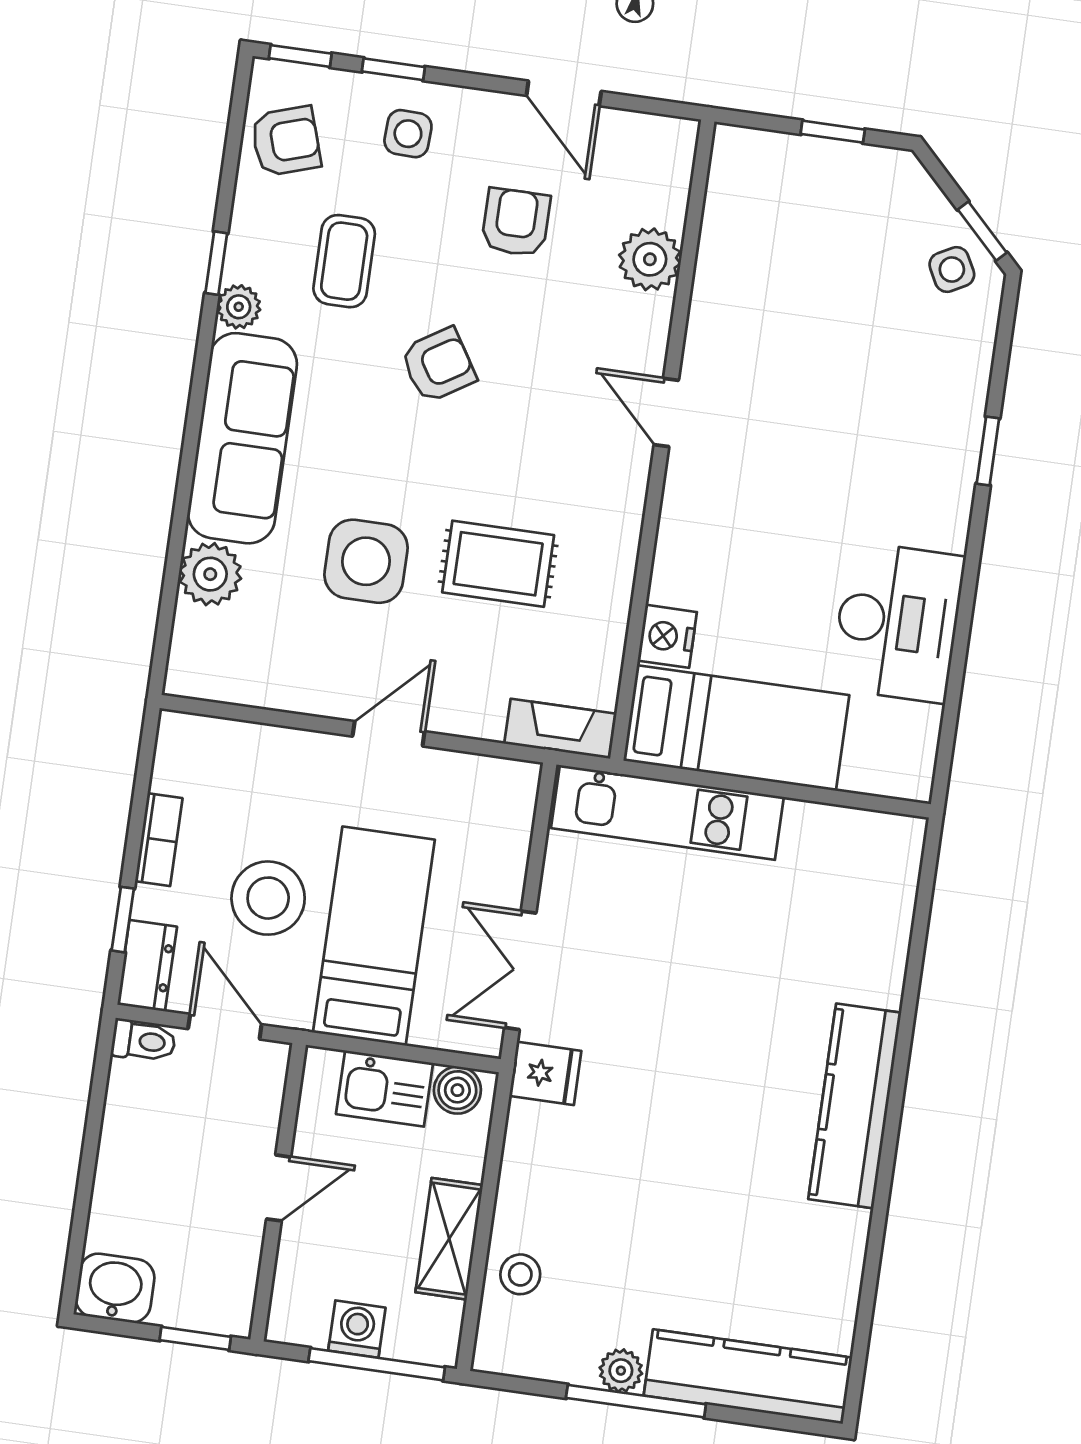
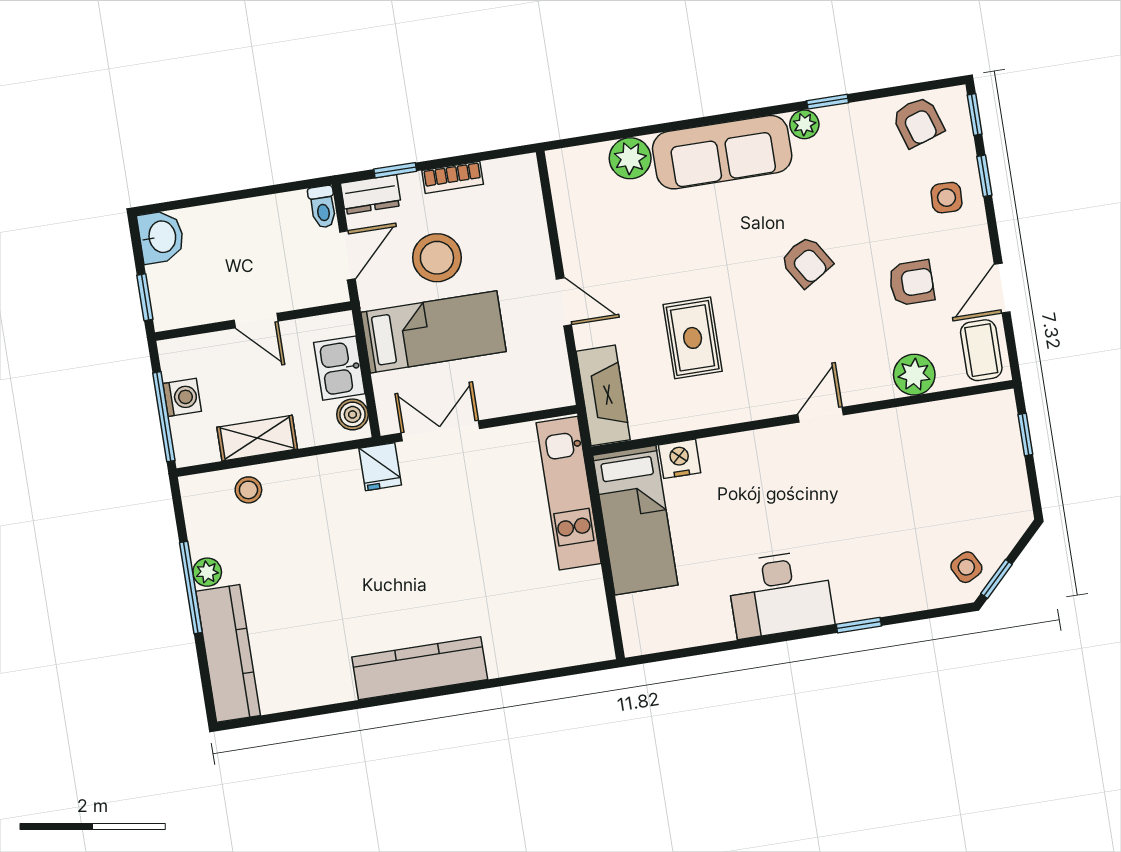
window: (833, 132) -> (1025, 435), moved
coffee table: (344, 261) -> (981, 350), moved, turned 90
side table: (366, 561) -> (669, 254), removed
desk: (898, 622) -> (780, 594), moved
fireplace: (560, 729) -> (603, 395), width x1.37, depth x1.32

